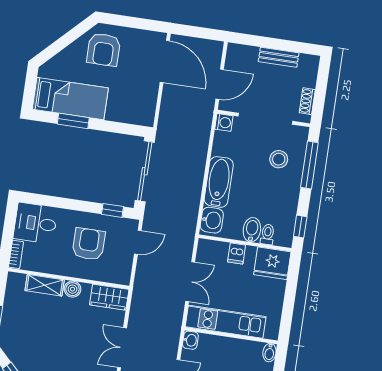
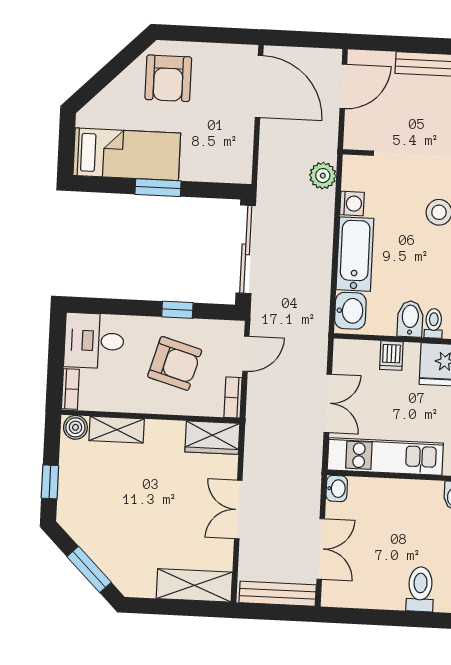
door: (220, 84) -> (343, 86), moved
window: (73, 121) -> (158, 188), moved
washing machine: (224, 122) -> (352, 203), moved
plant: (202, 126) -> (323, 176), added
window: (113, 210) -> (177, 310), moved
armchair: (89, 244) -> (175, 363), turned 106
bookcase: (126, 271) -> (233, 398), added
boiler: (73, 289) -> (75, 427), moved

